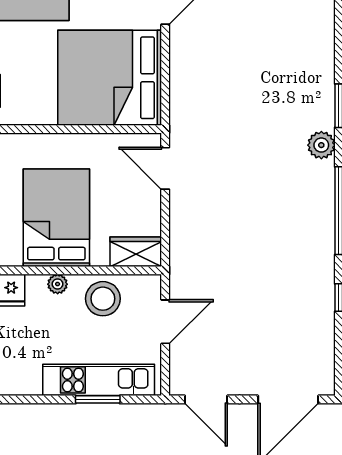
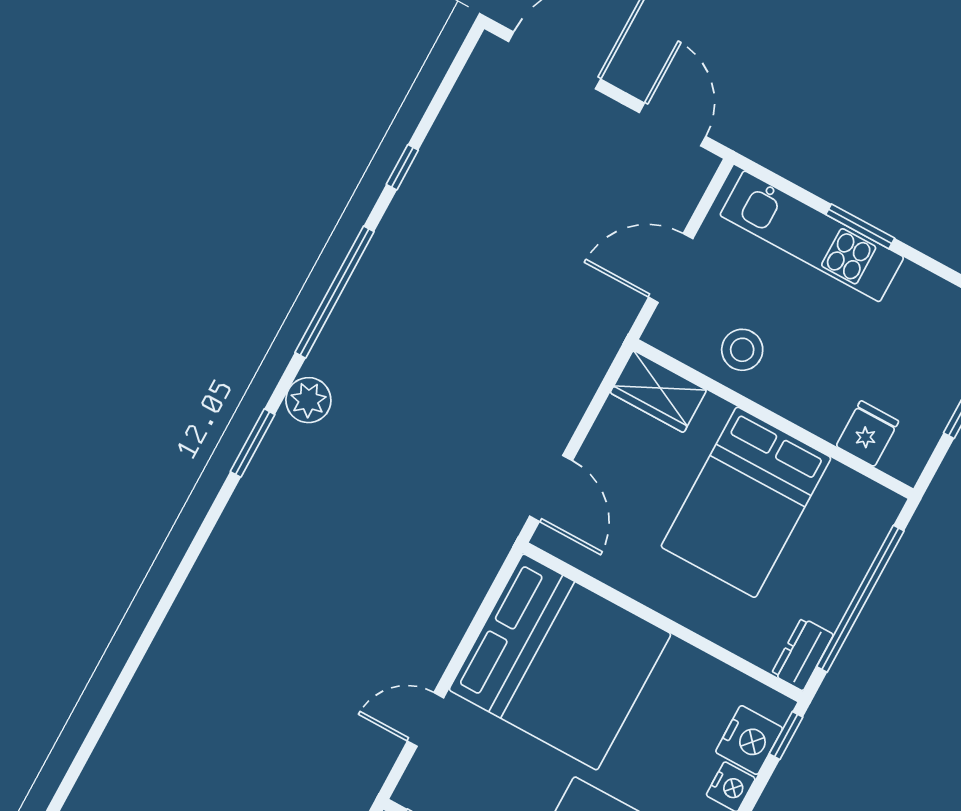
plant: (58, 284) -> (796, 406), removed
stool: (103, 299) -> (742, 350), width x0.73, depth x0.73
window: (98, 399) -> (860, 226), moved

